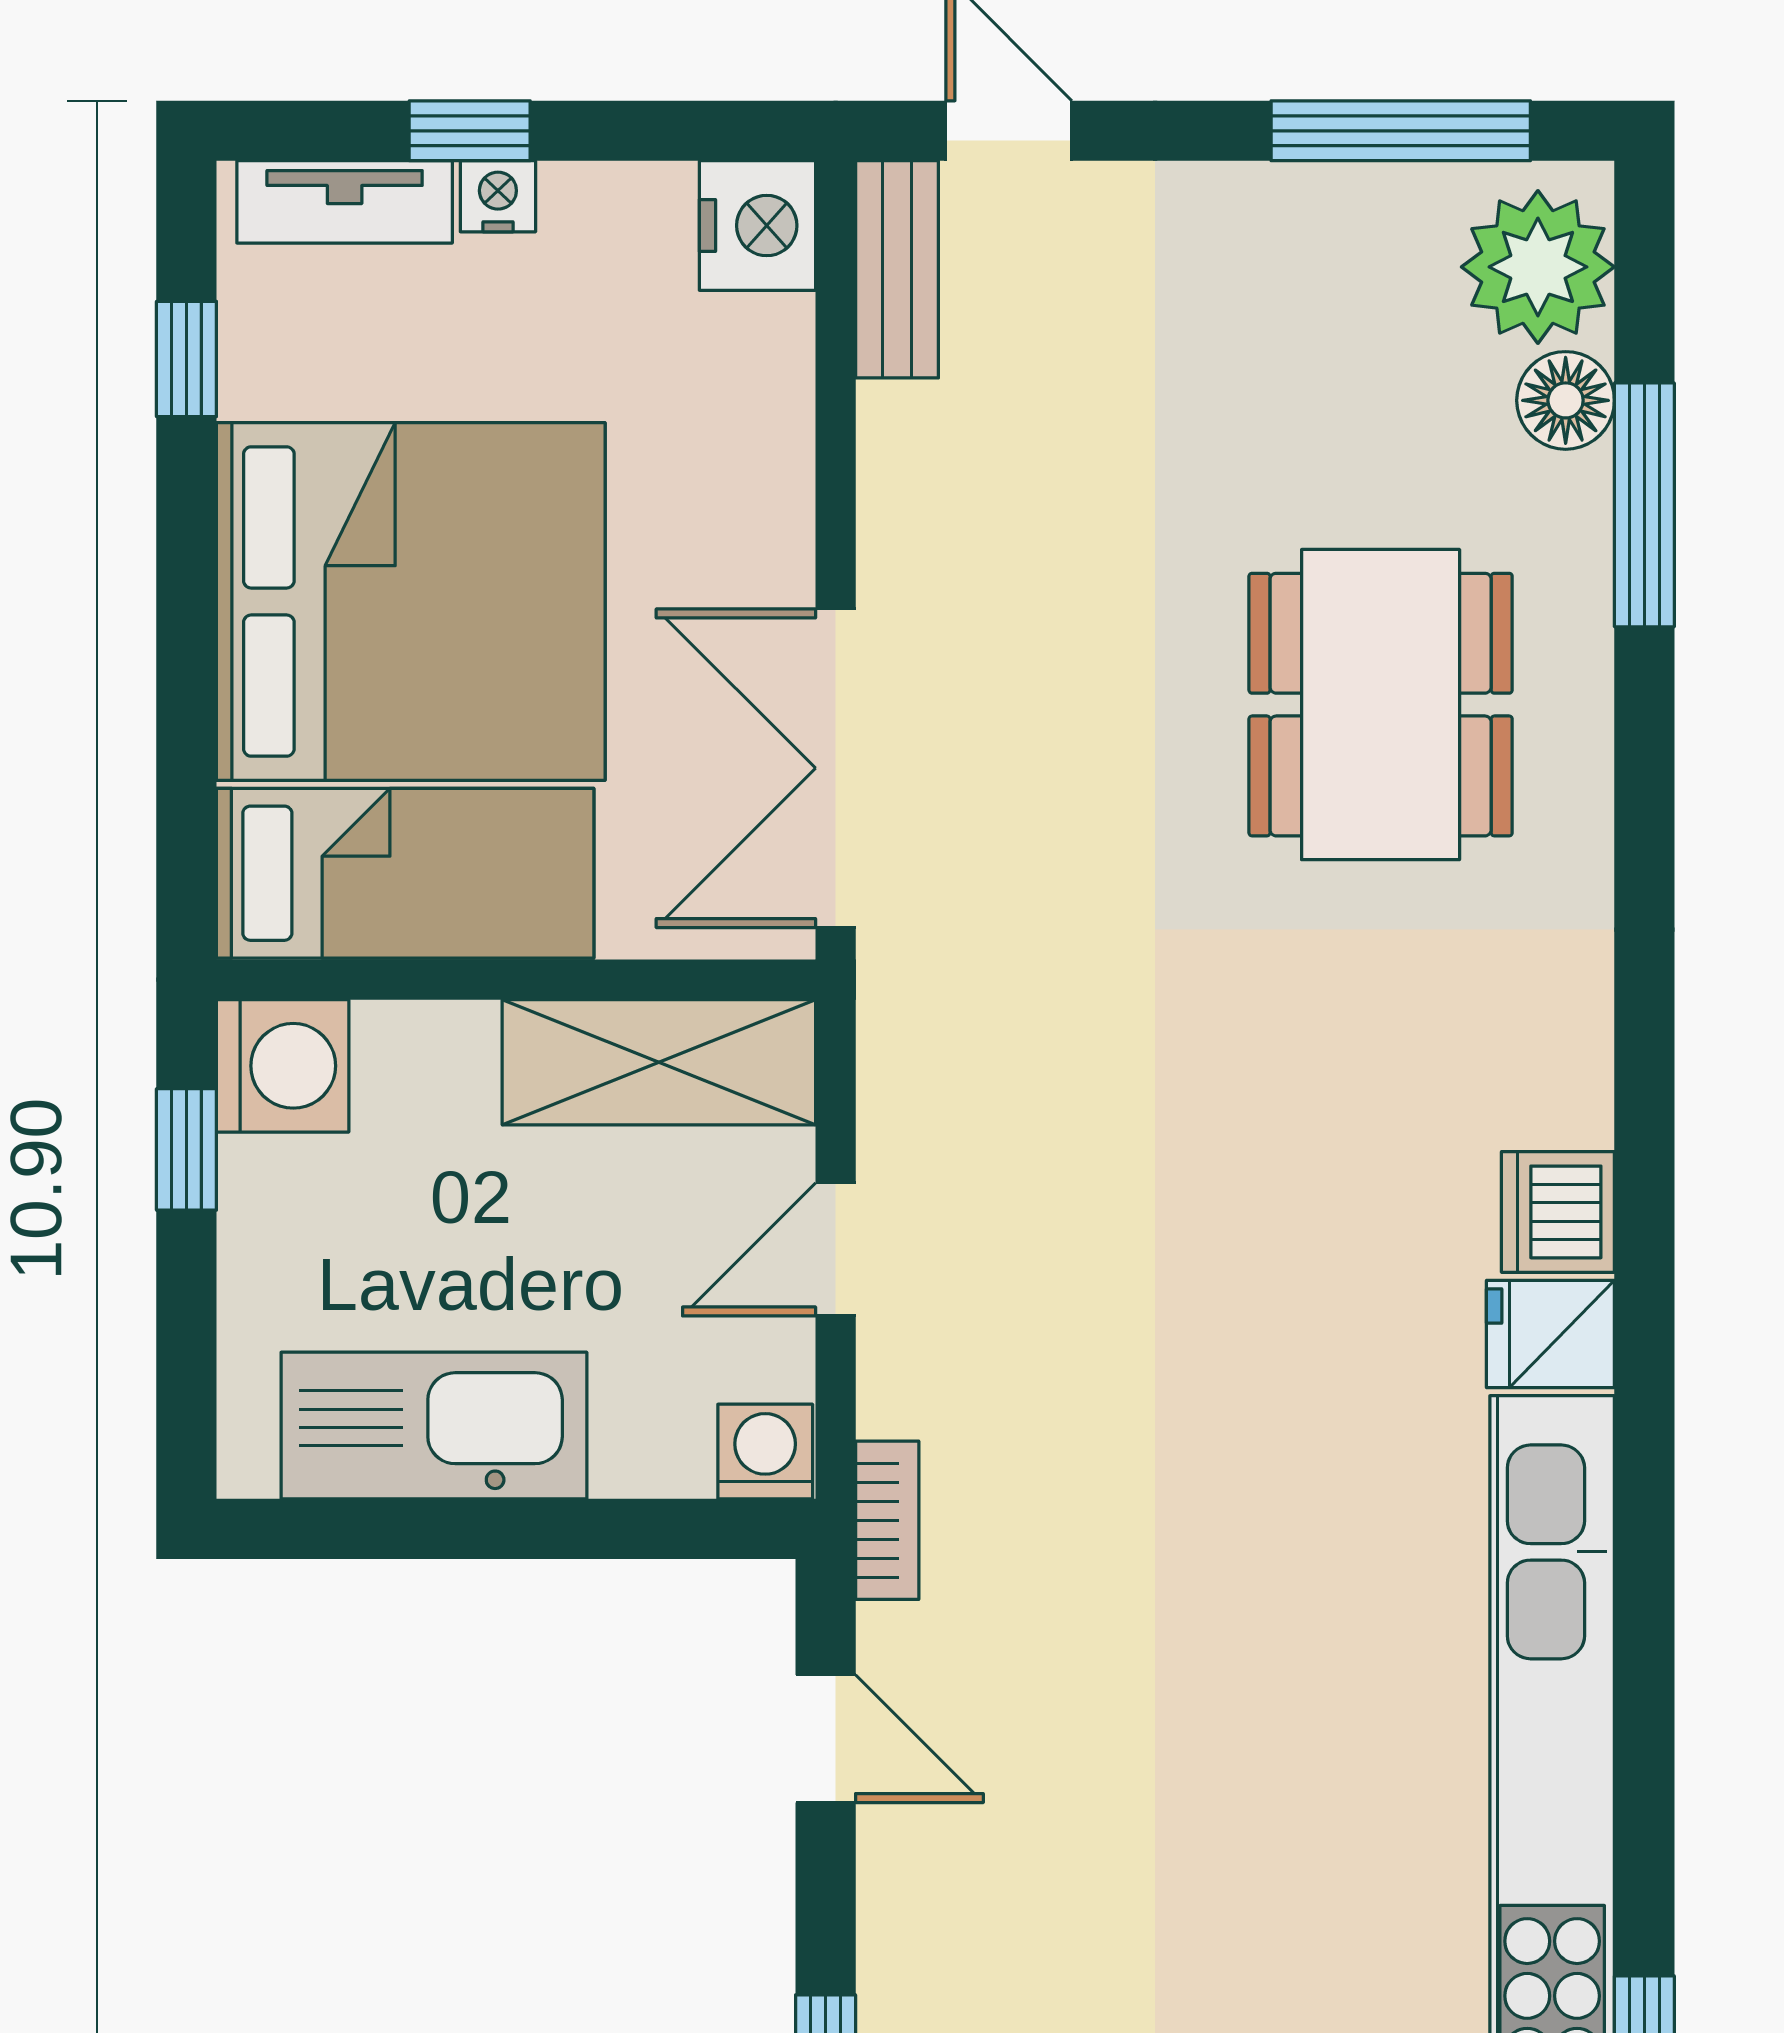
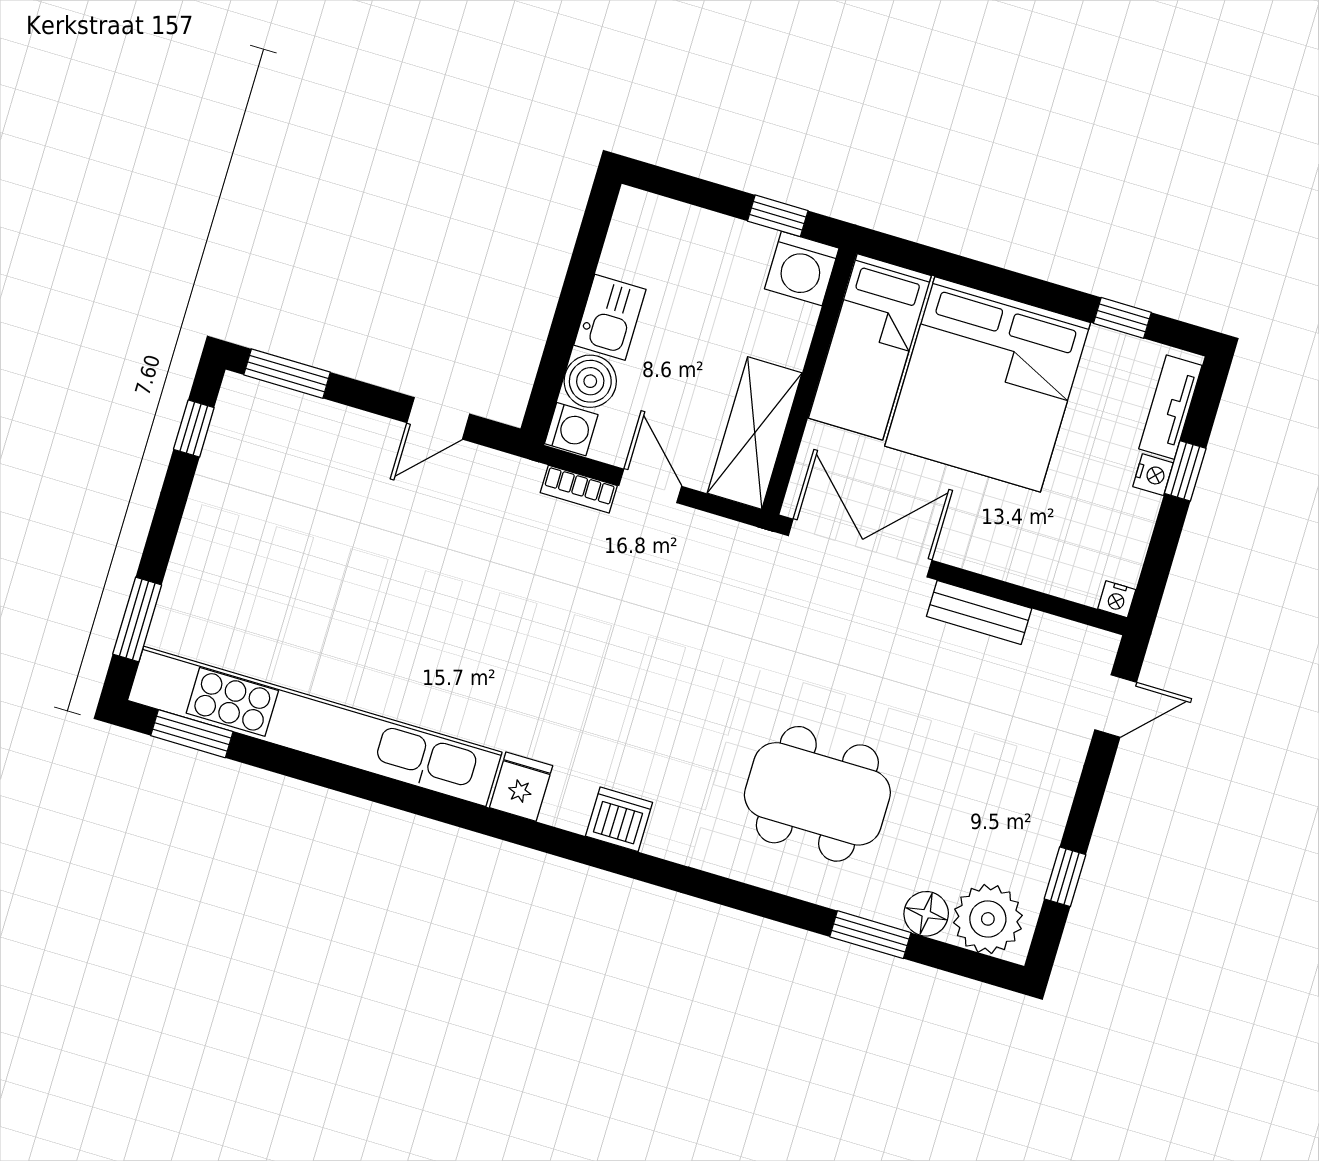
window: (1401, 131) -> (1065, 877), width x0.46
nightstand: (757, 226) -> (1117, 599), width x0.53, depth x0.56
bench: (897, 269) -> (979, 612), moved
window: (1644, 505) -> (870, 935), width x0.69
dishwasher: (1558, 1212) -> (619, 819), moved
kitchen sink: (434, 1426) -> (610, 317), width x0.53, depth x0.81
boiler: (652, 1441) -> (590, 381), added
bookcase: (887, 1520) -> (579, 489), moved

